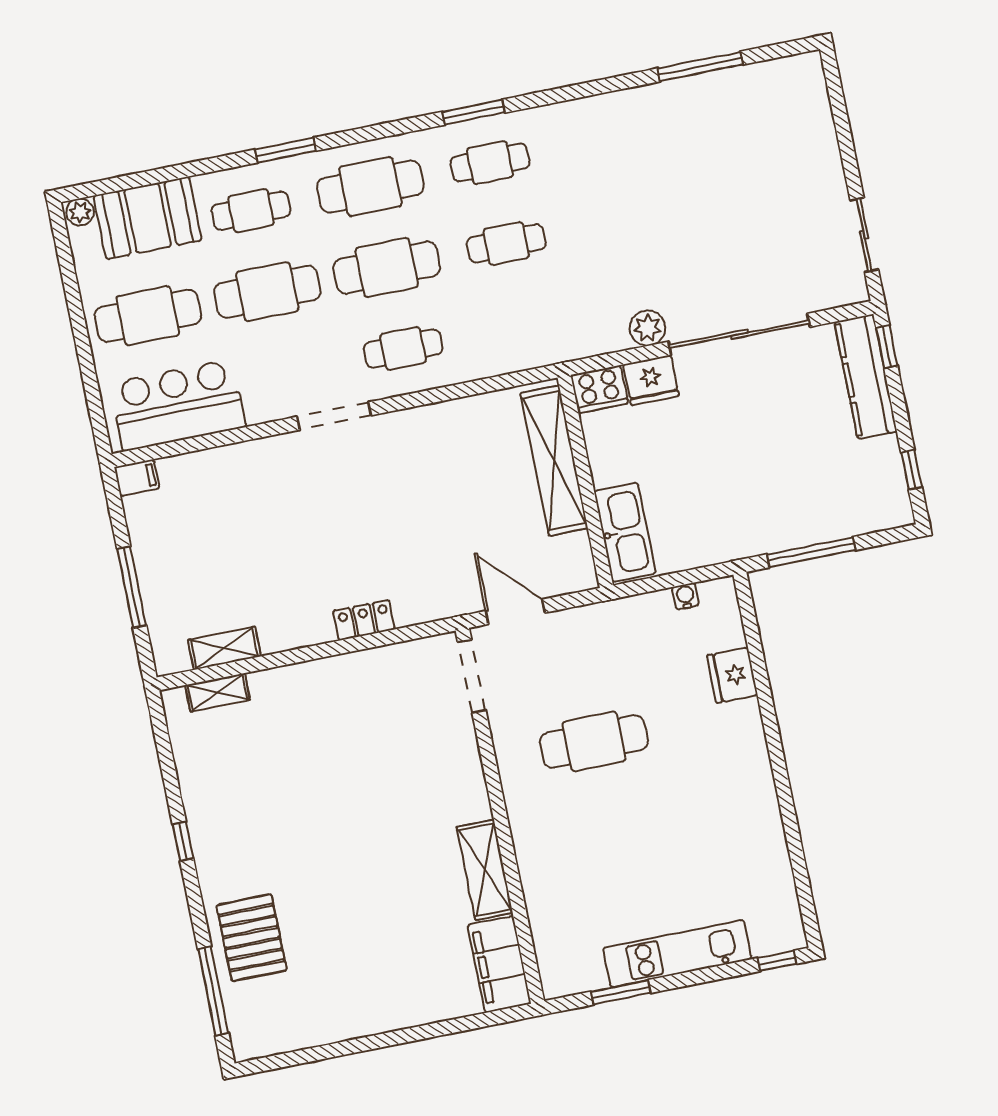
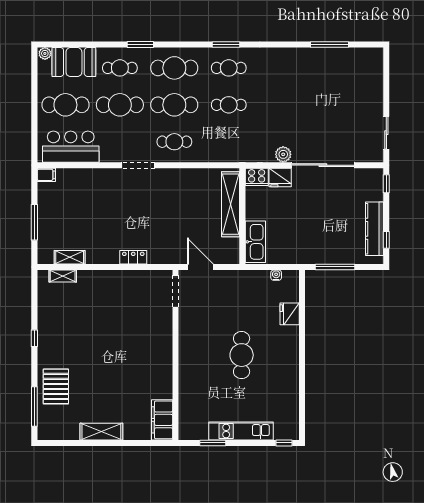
kitchen counter: (866, 377) -> (374, 229), moved
cafe table: (594, 741) -> (242, 355), moved, turned 90
shelving: (485, 870) -> (101, 432), moved, turned 90

